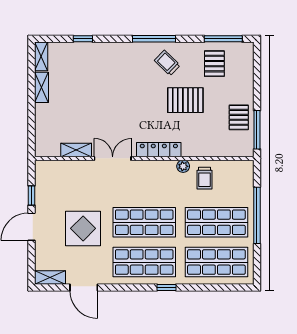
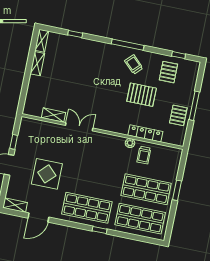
window: (223, 39) -> (179, 55), width x0.46
window: (257, 130) -> (194, 106), moved
locker: (159, 150) -> (145, 133), moved
window: (257, 215) -> (177, 190), width x0.47
shop shelf: (144, 222) -> (93, 178), removed
door: (84, 288) -> (38, 218), hinge flipped

